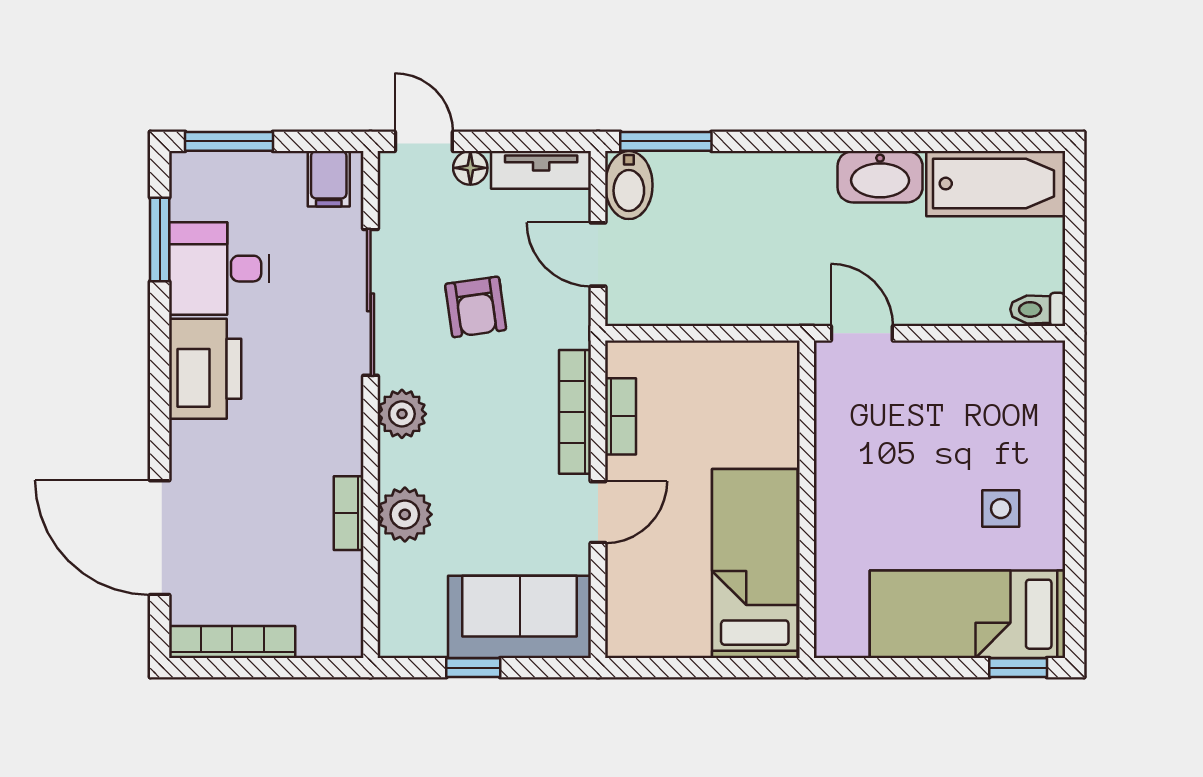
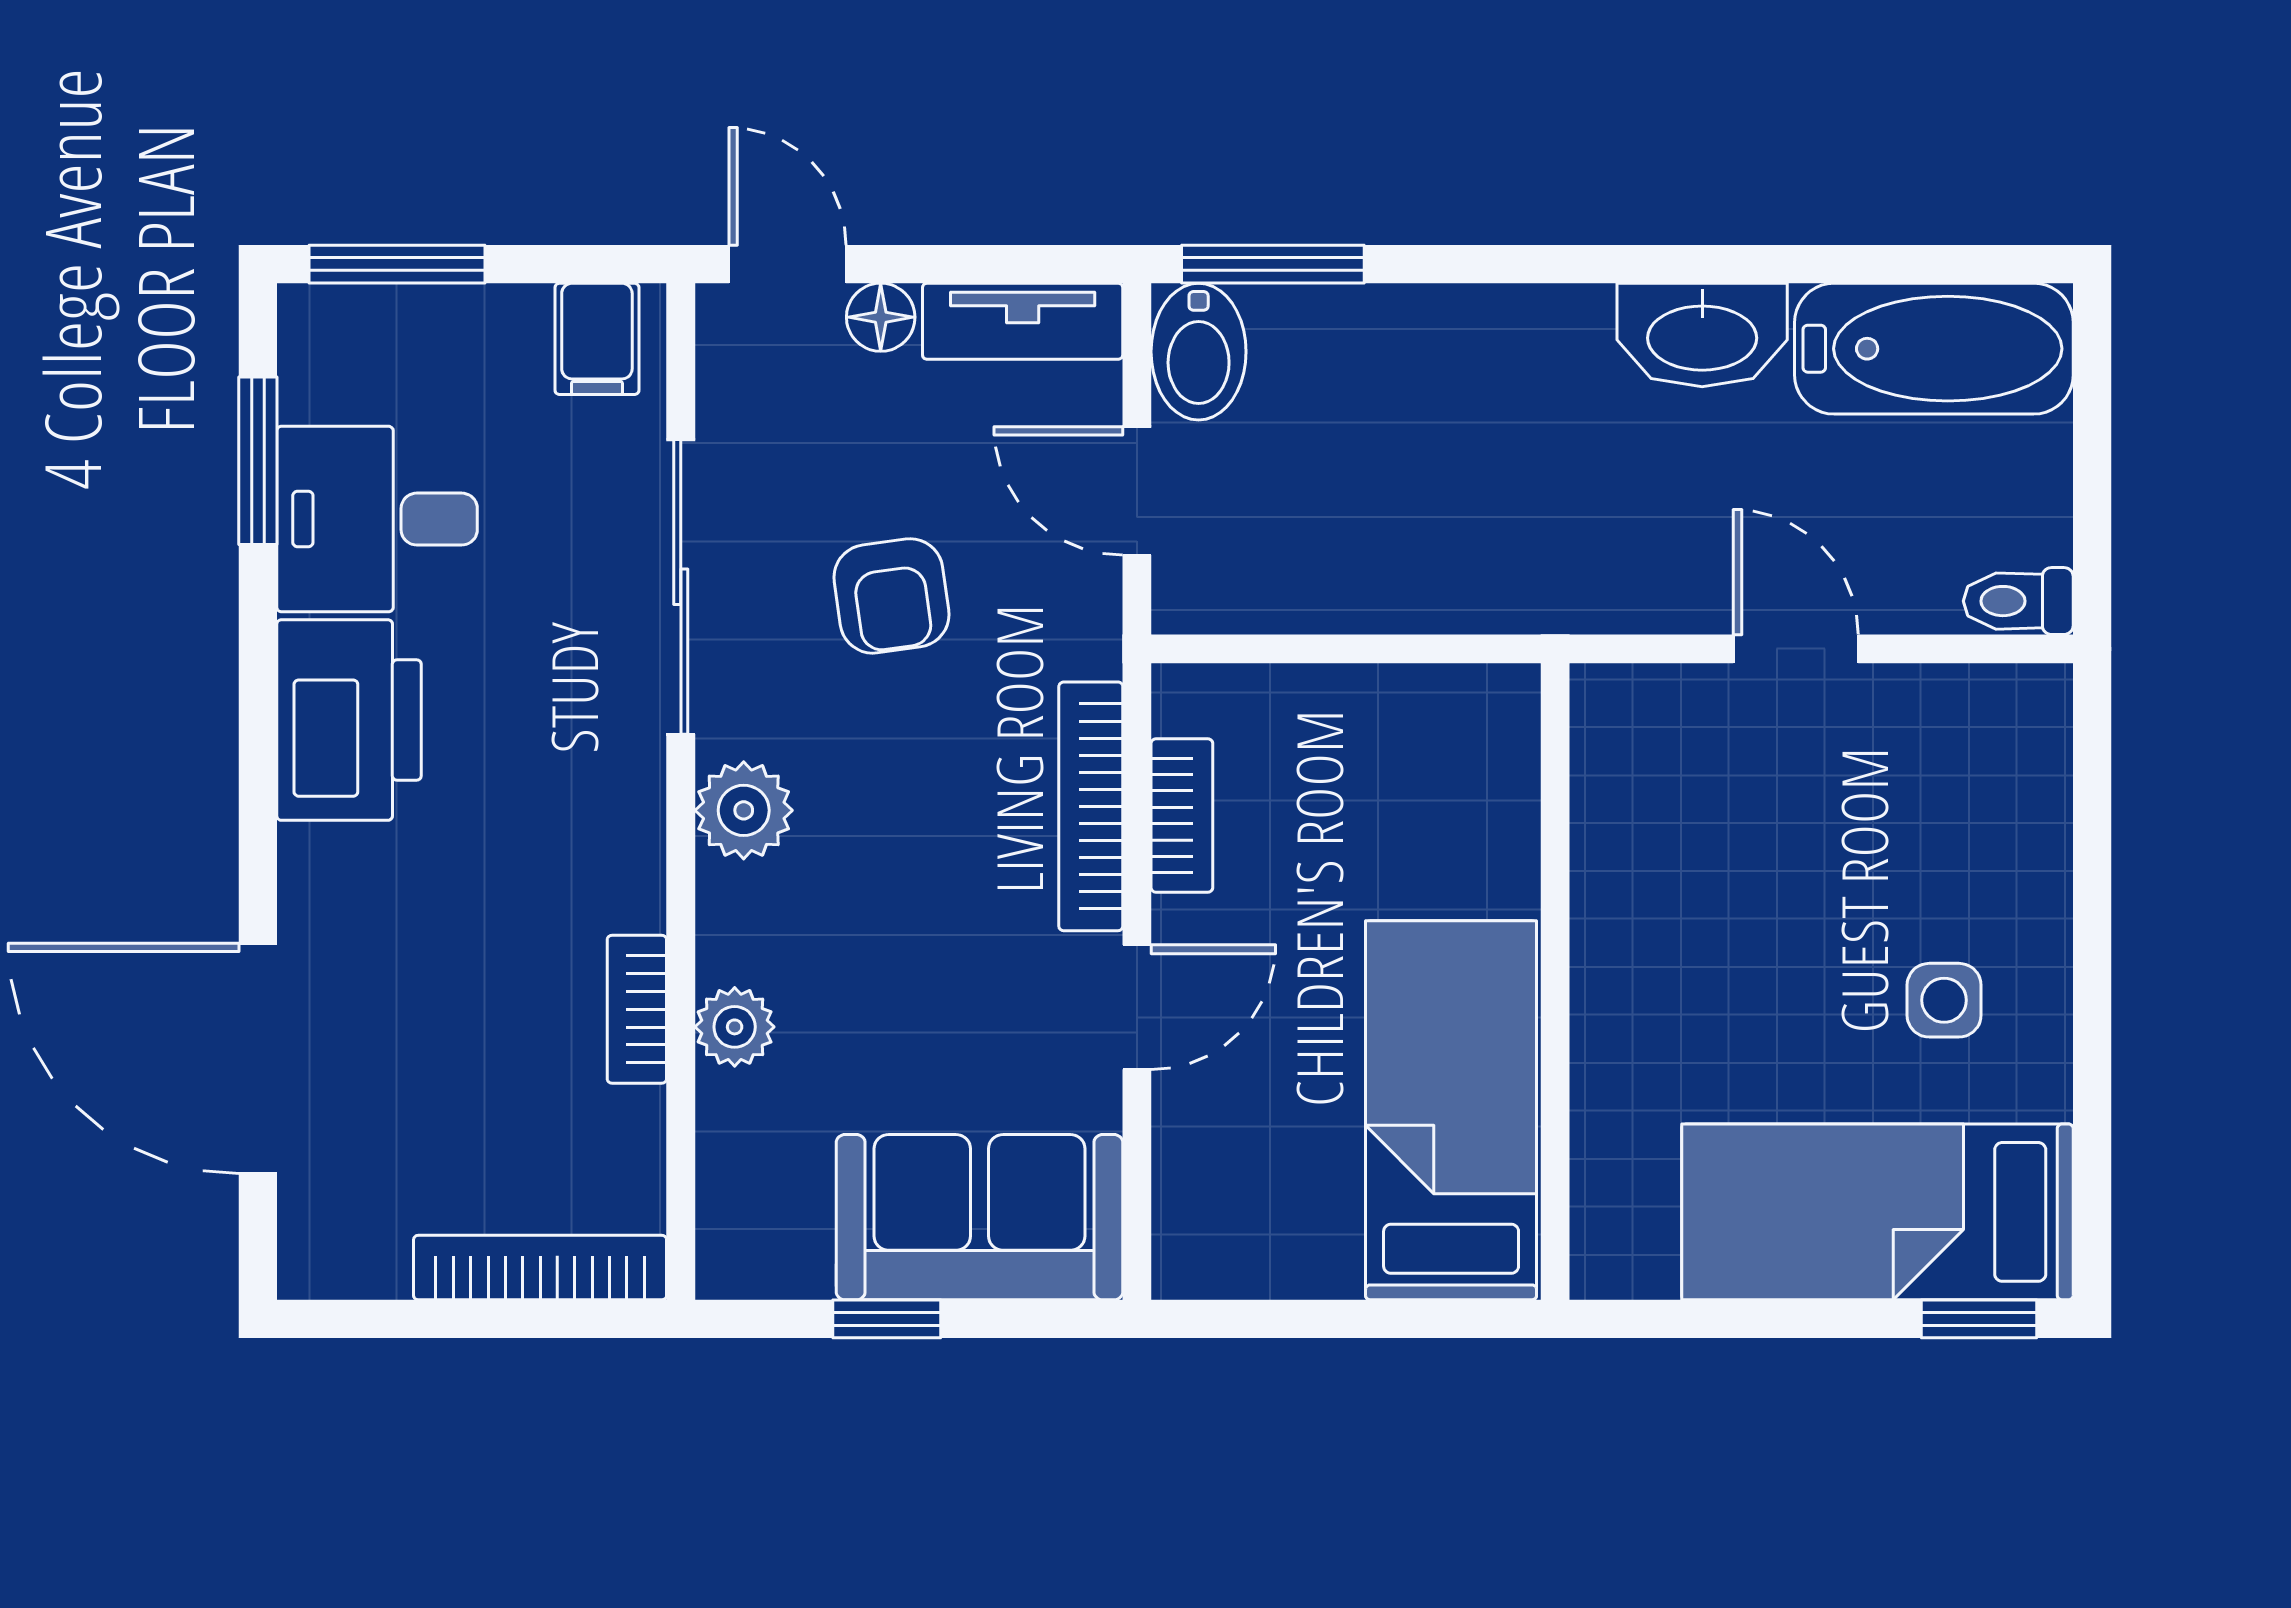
door: (862, 333) -> (1796, 649), moved
plant: (405, 514) -> (735, 1027), width x0.73, depth x0.73
bookcase: (232, 642) -> (540, 1268), moved

